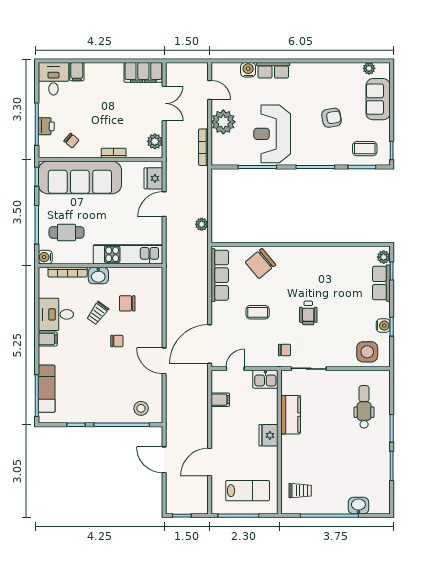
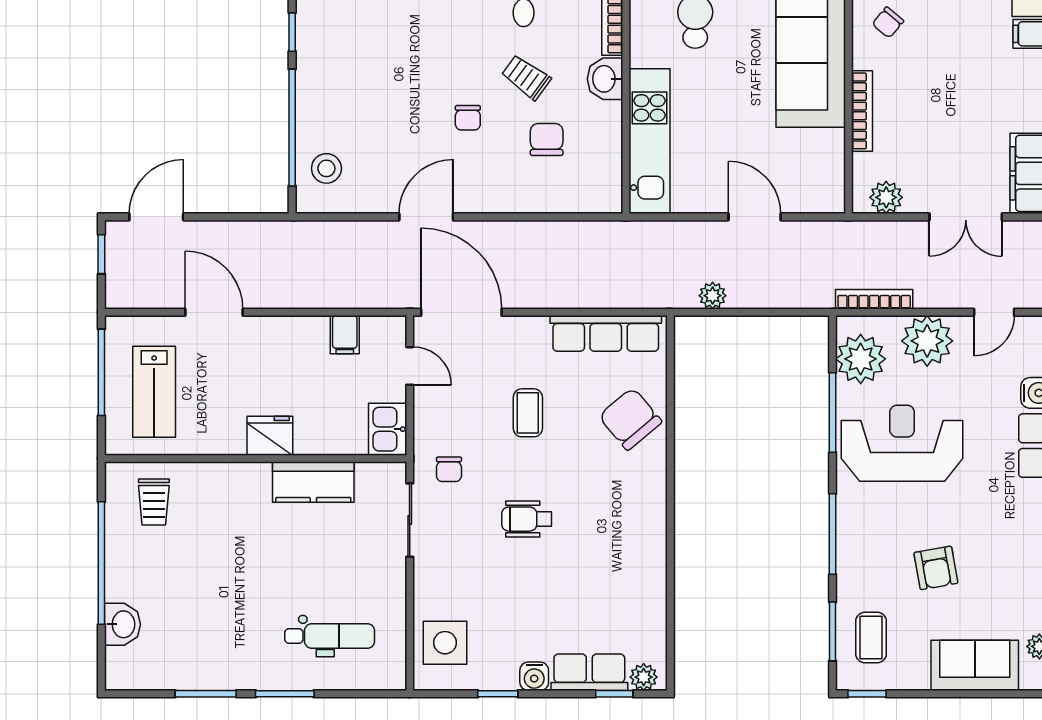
bookcase: (114, 153) -> (862, 111), width x1.56
plant: (232, 154) -> (861, 359), added
fridge: (153, 178) -> (809, 194), removed
water cooler: (383, 326) -> (534, 676), moved
door: (164, 460) -> (156, 217), moved

